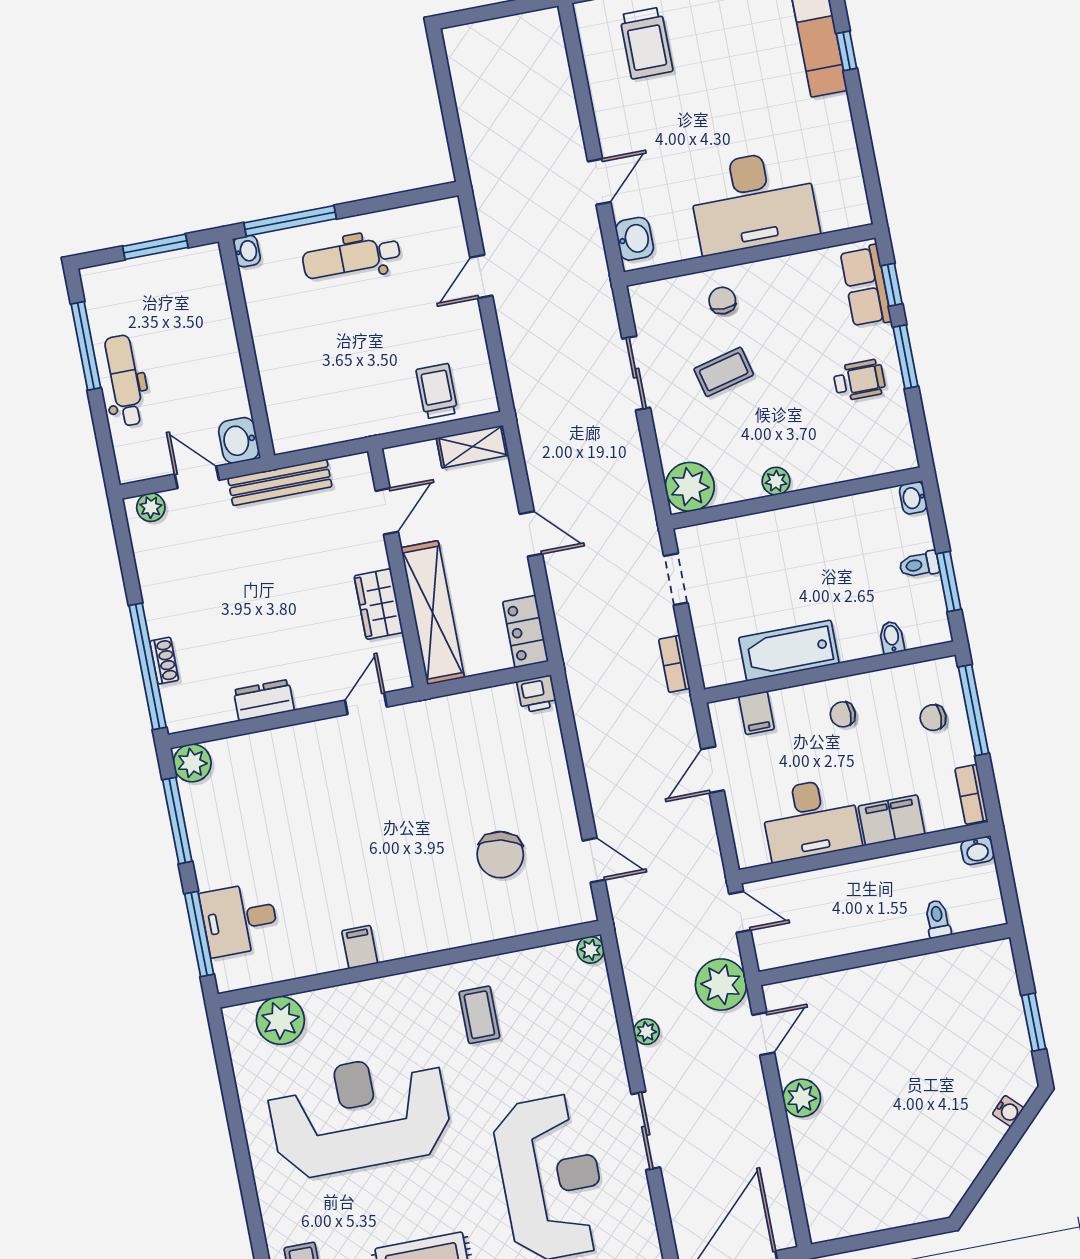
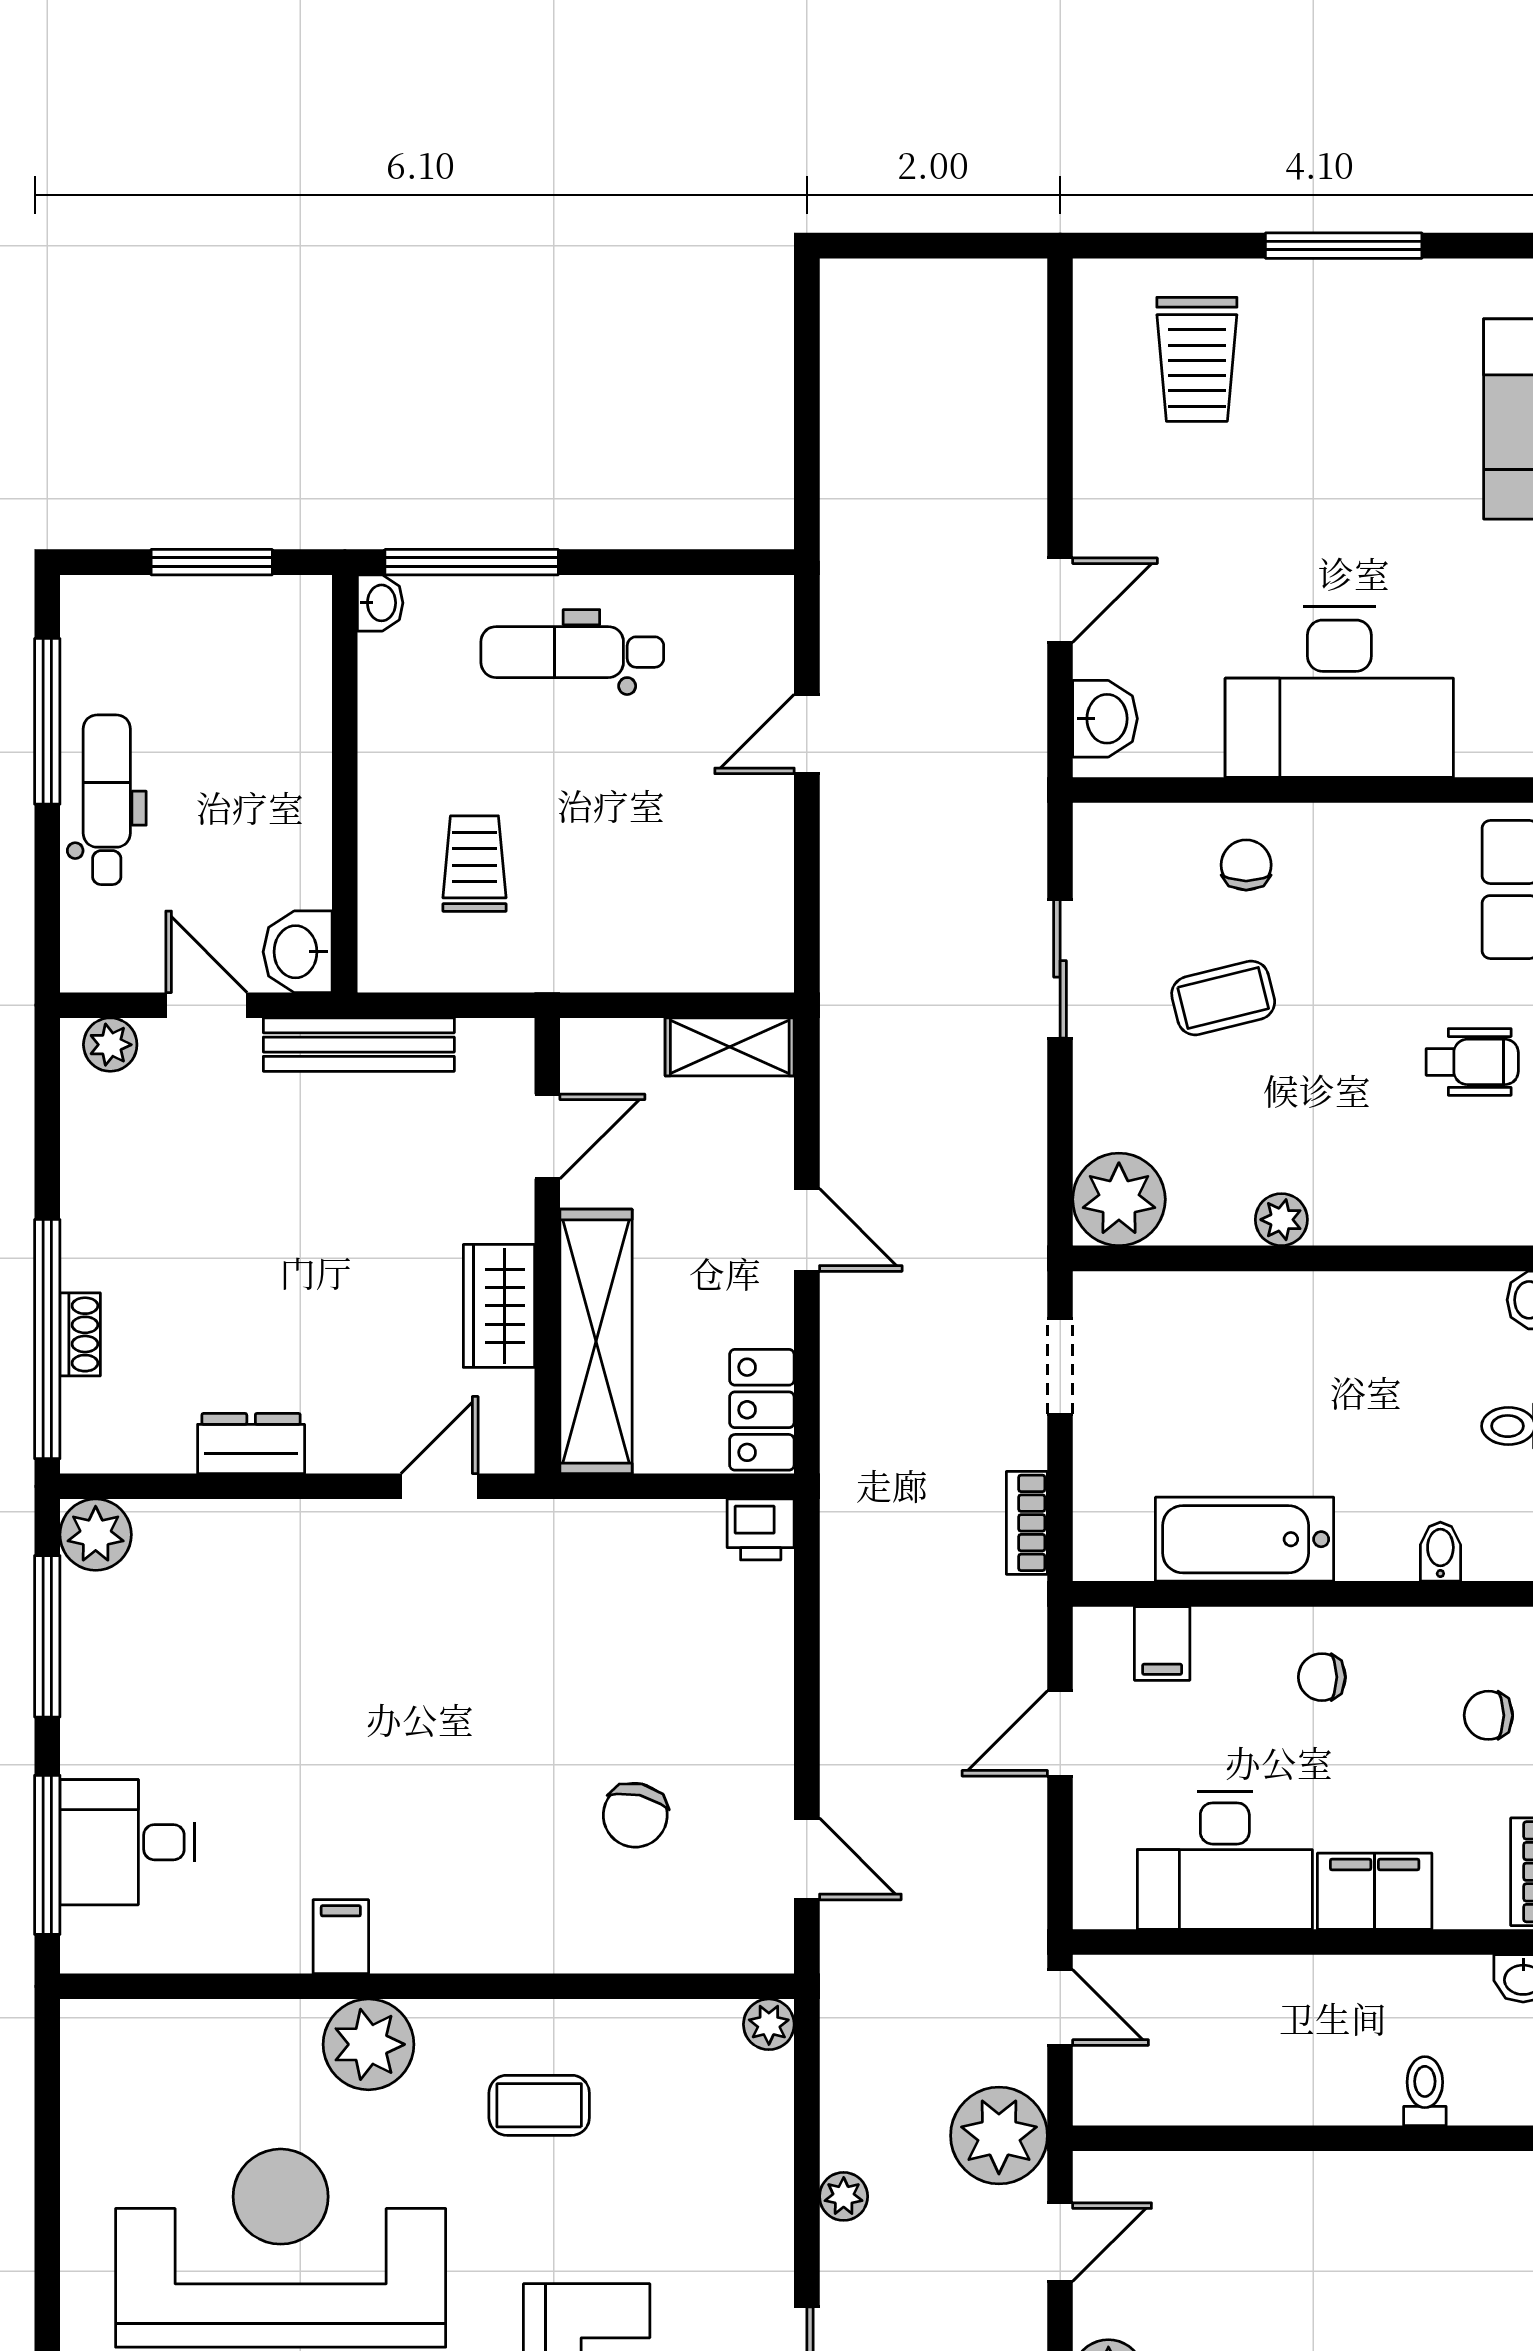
trolley: (437, 391) -> (474, 864), moved
chair: (500, 855) -> (635, 1815), width x0.73, depth x0.73
coffee table: (479, 1015) -> (539, 2105), turned 90
plant: (280, 1020) -> (368, 2044), moved

